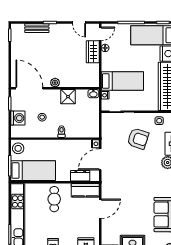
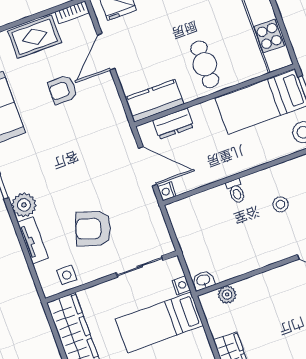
plant: (55, 83) -> (227, 295), moved
shower: (68, 97) -> (247, 258), removed
door: (100, 159) -> (148, 166), hinge flipped
door: (100, 209) -> (106, 52), moved
armchair: (128, 212) -> (63, 90), added

